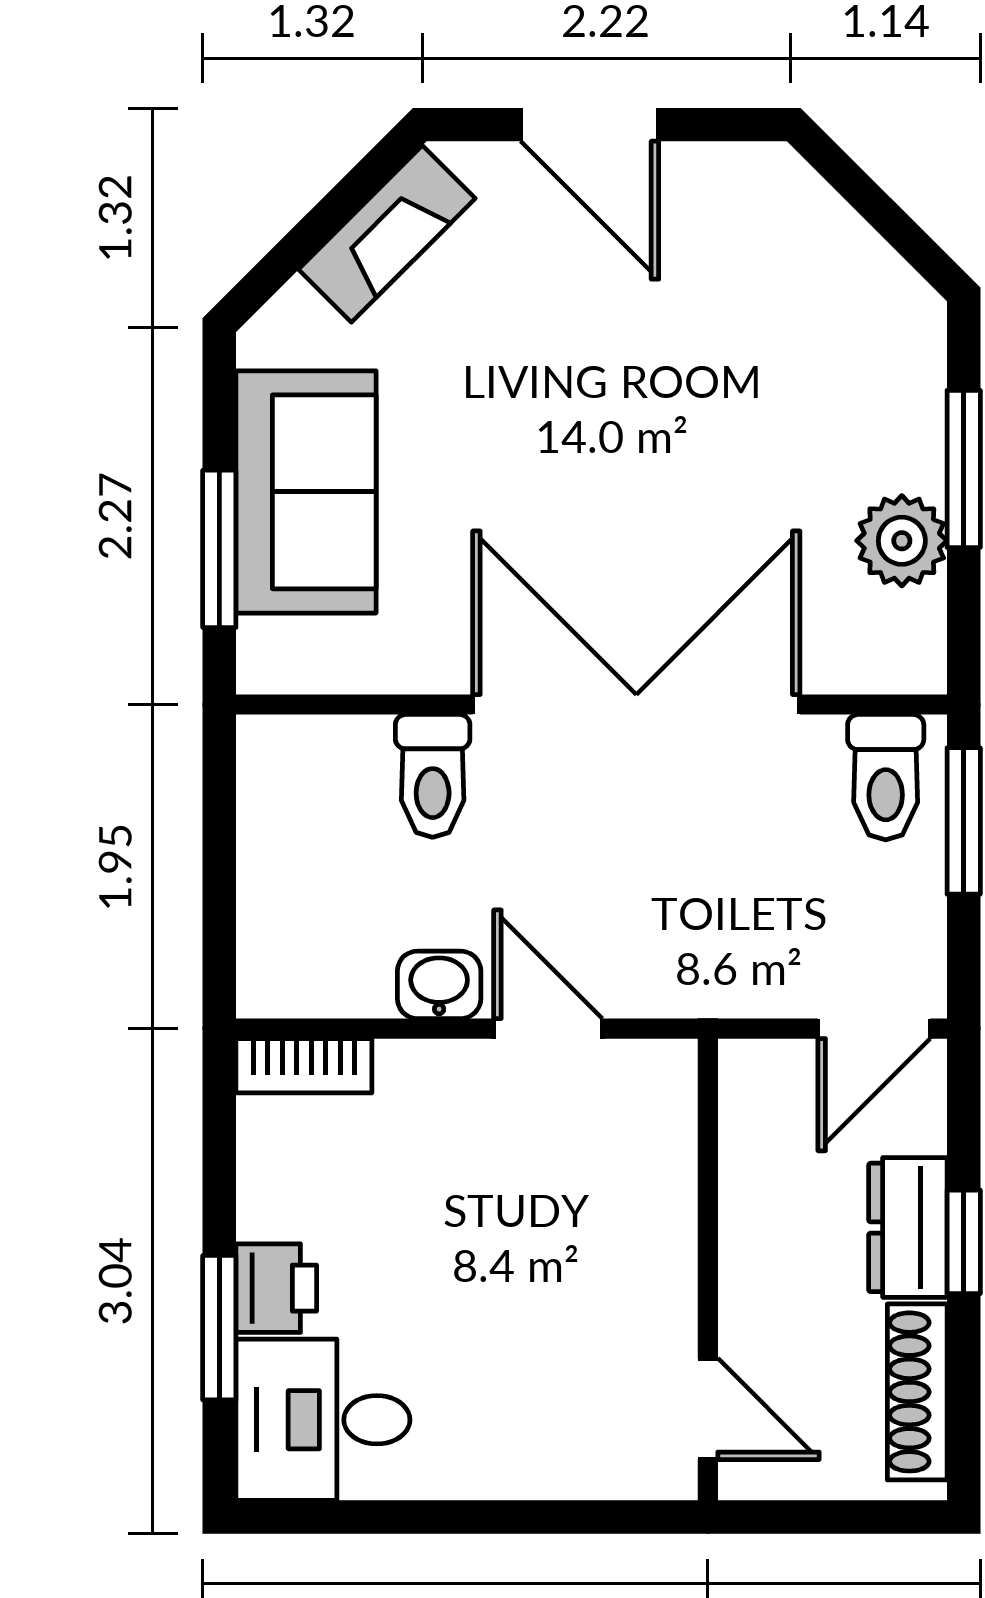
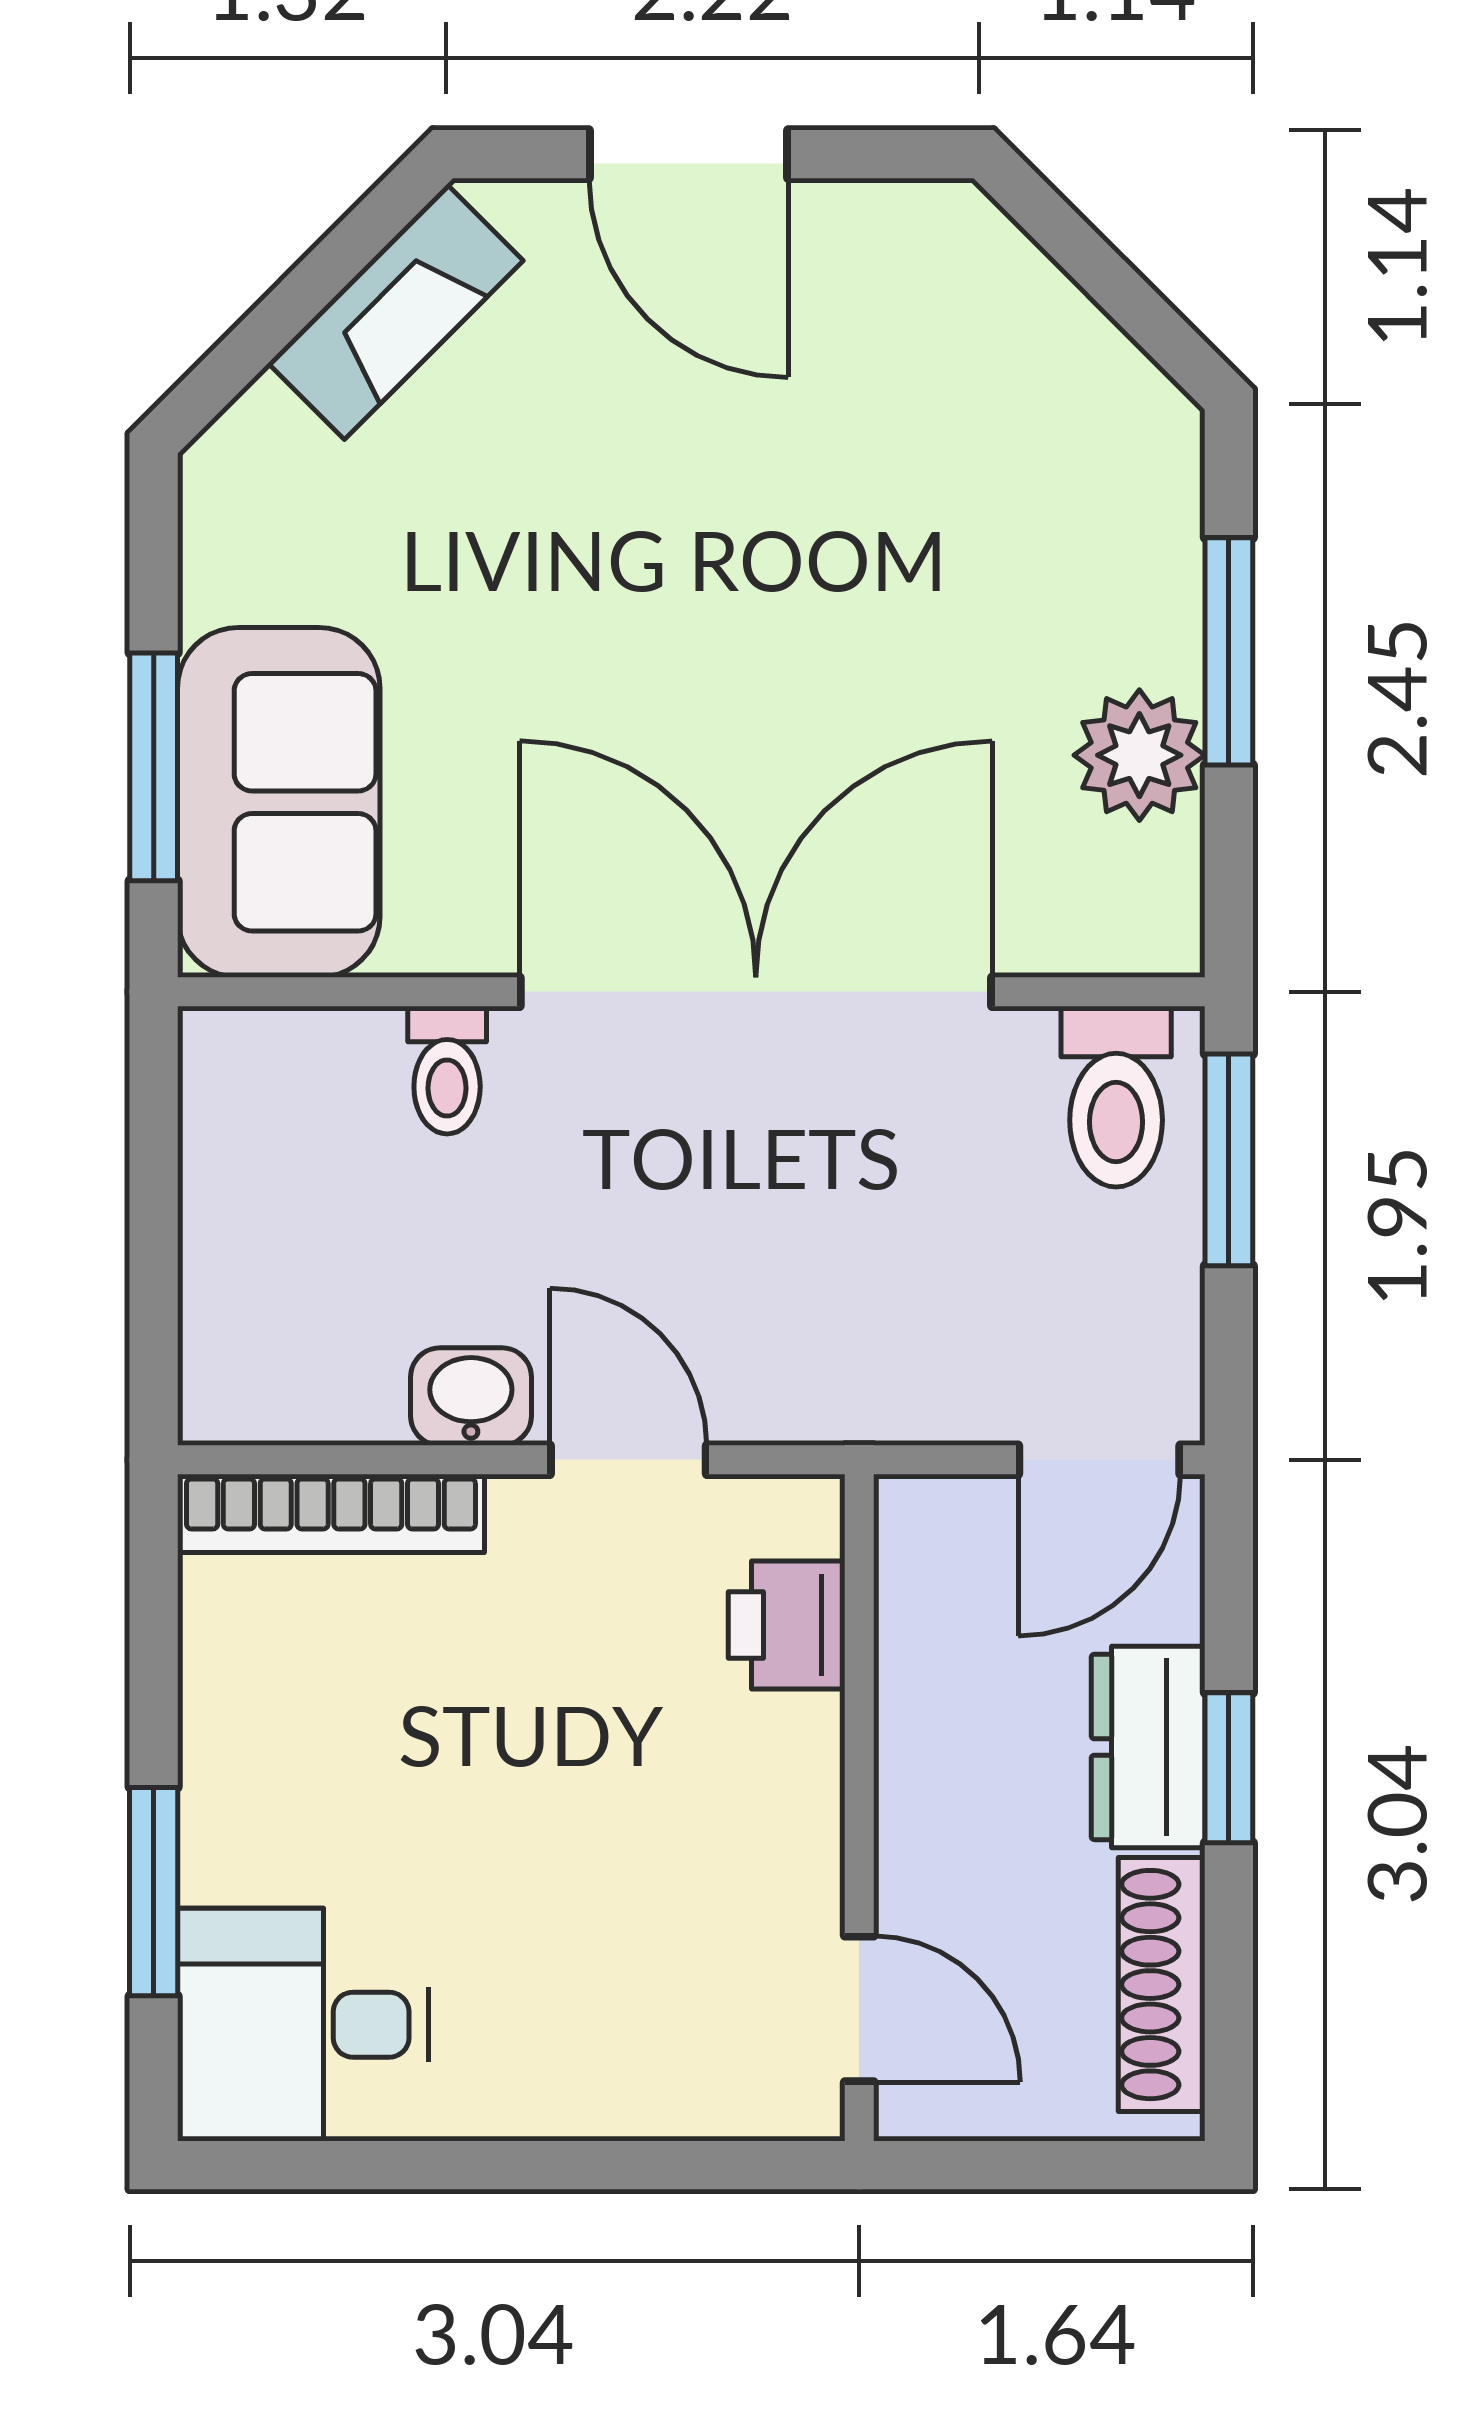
sofa: (306, 492) -> (279, 802), moved
toilet: (433, 776) -> (447, 1070), width x0.73, depth x0.72
bookcase: (304, 1066) -> (331, 1513), width x1.56
printer: (276, 1288) -> (787, 1625), moved, turned 180

